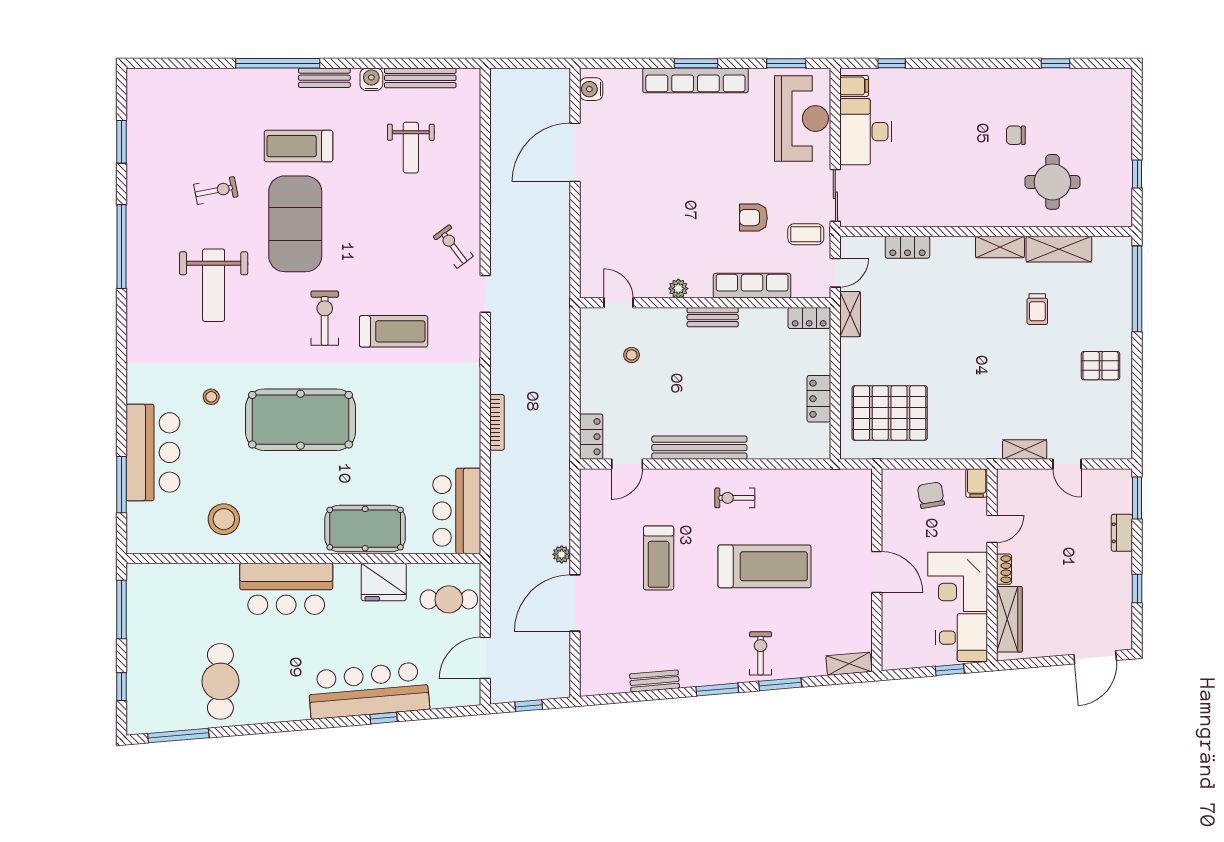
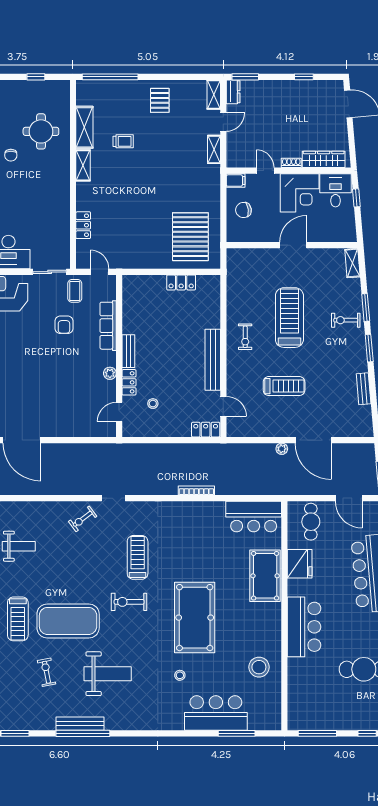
bench: (136, 242) -> (80, 724), added
shelving: (850, 314) -> (214, 95), moved, turned 90
locker: (809, 318) -> (129, 382), moved
dresser: (1122, 533) -> (233, 92), moved, turned -90

